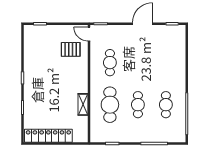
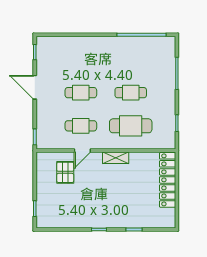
door: (89, 34) -> (82, 151), moved
shelving: (83, 104) -> (116, 158), moved
cafe table: (166, 105) -> (81, 93), moved
locker: (48, 136) -> (168, 180), moved

